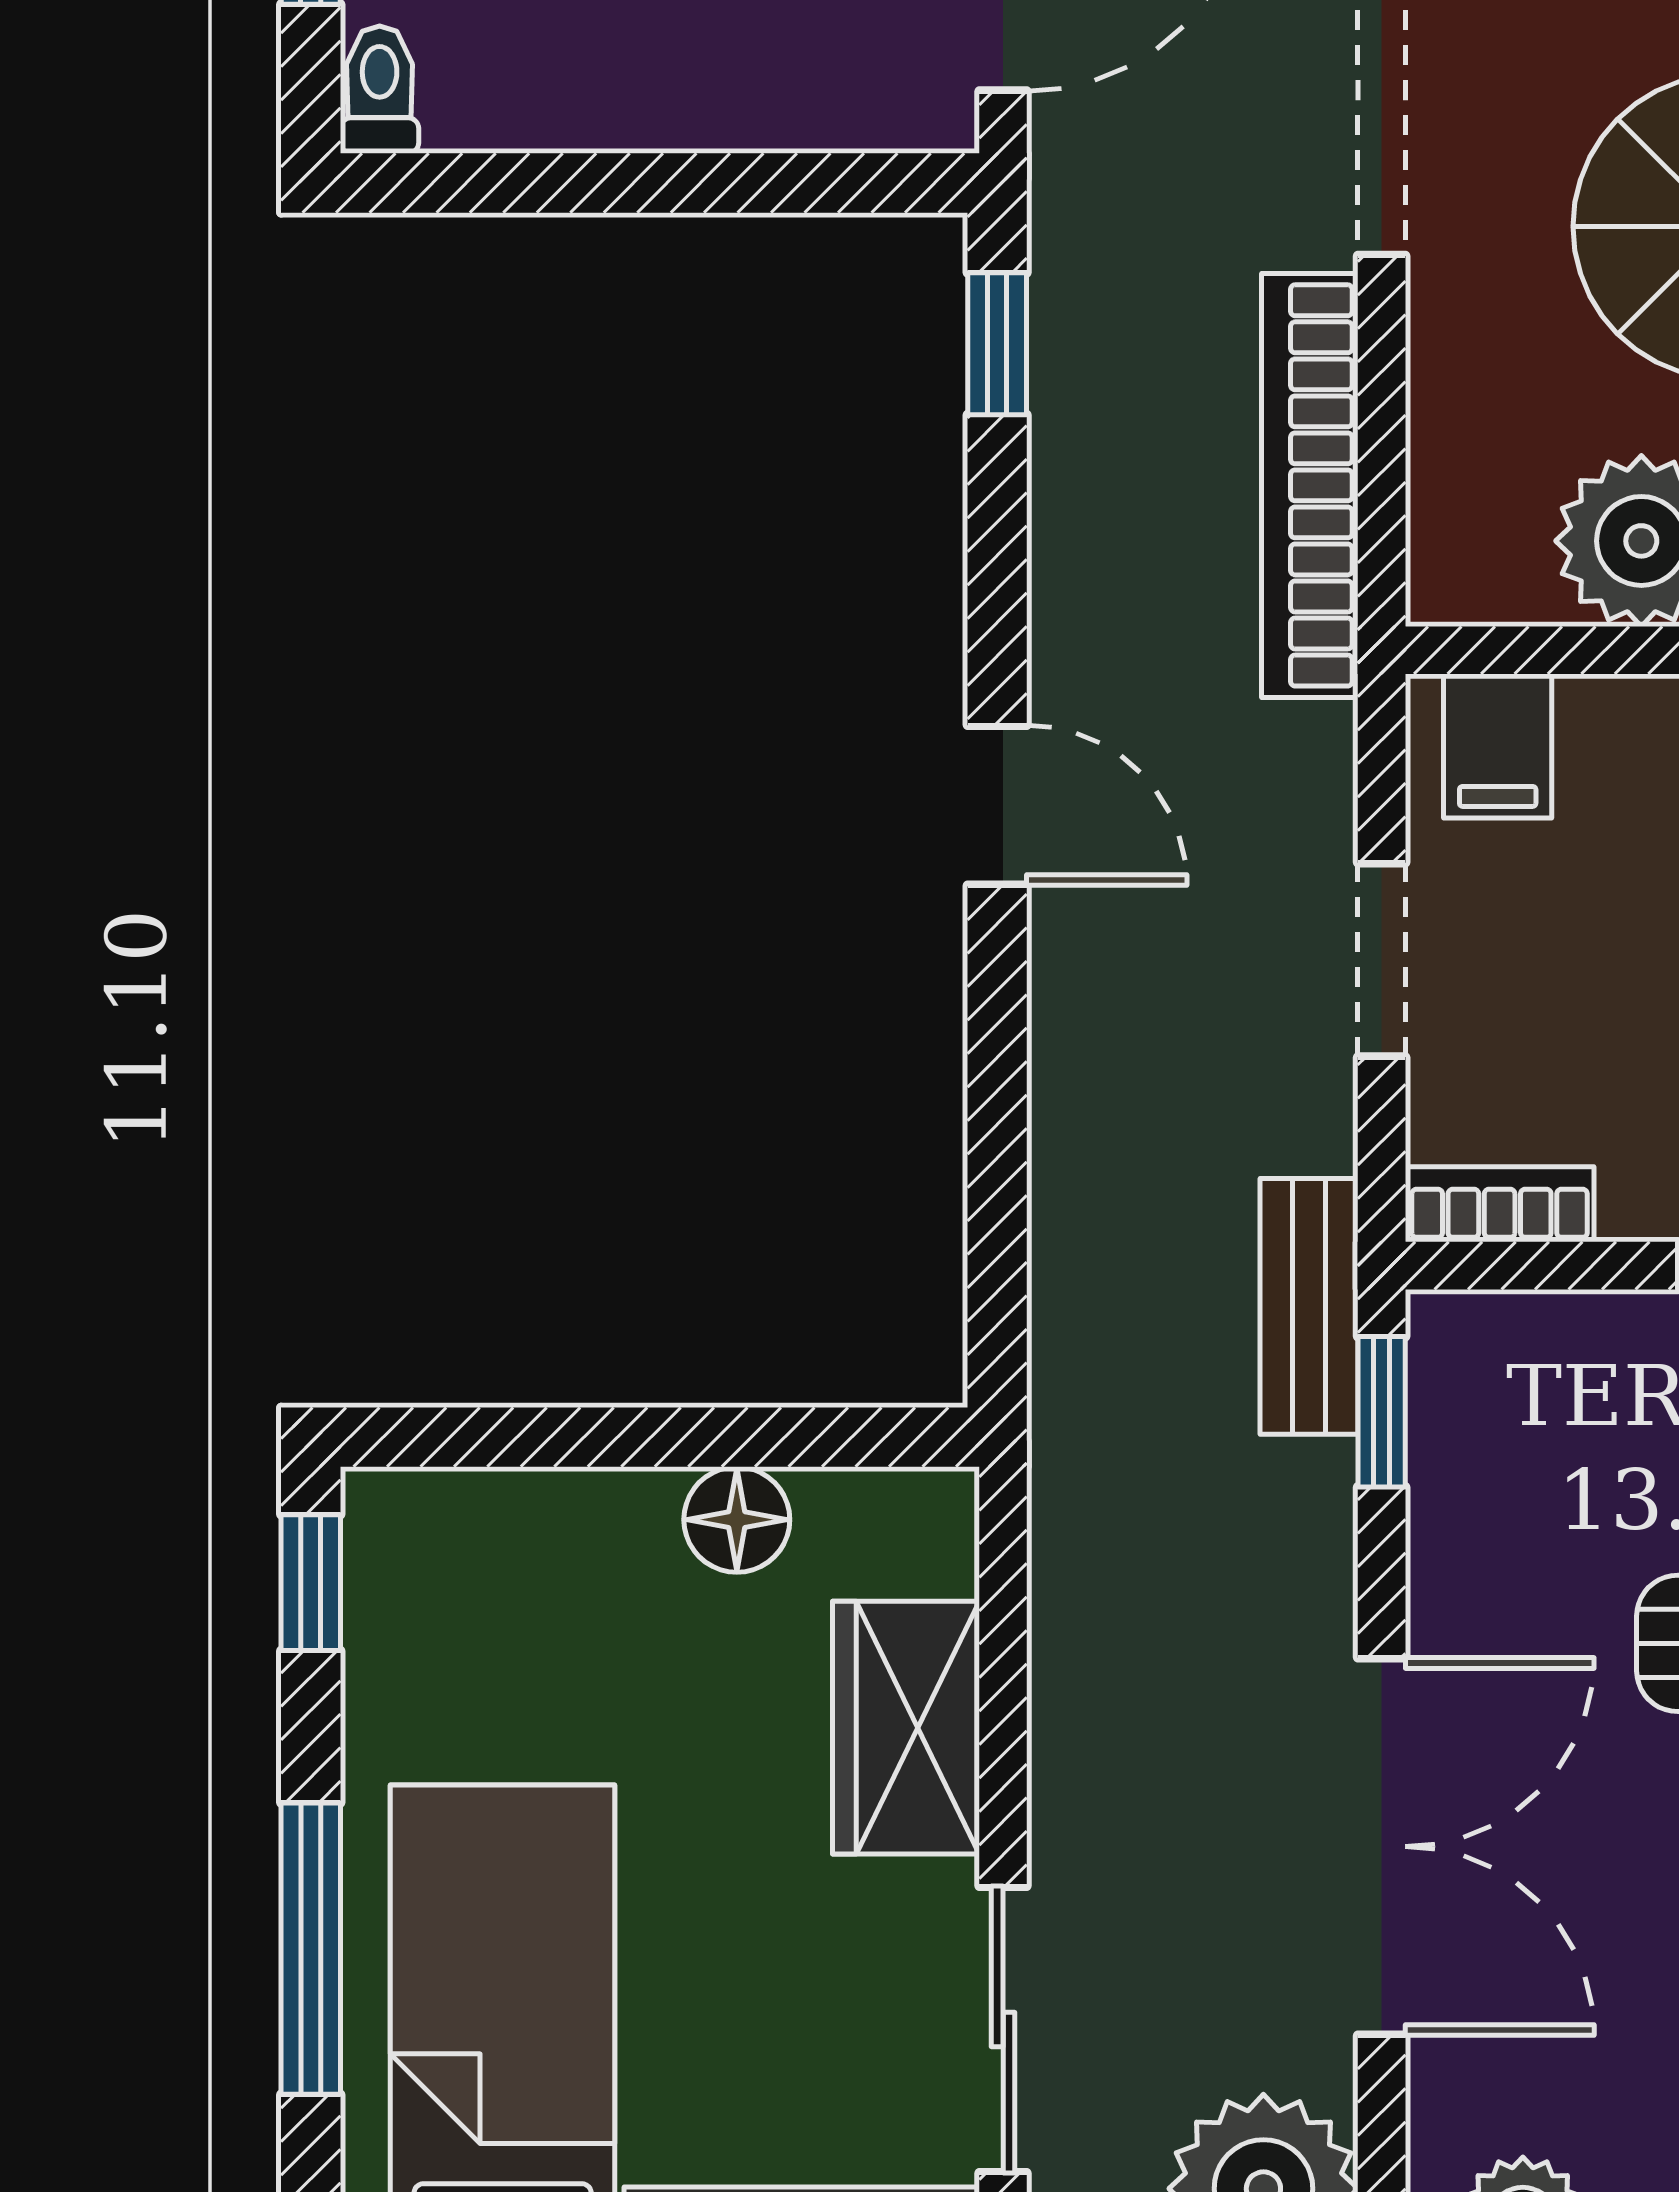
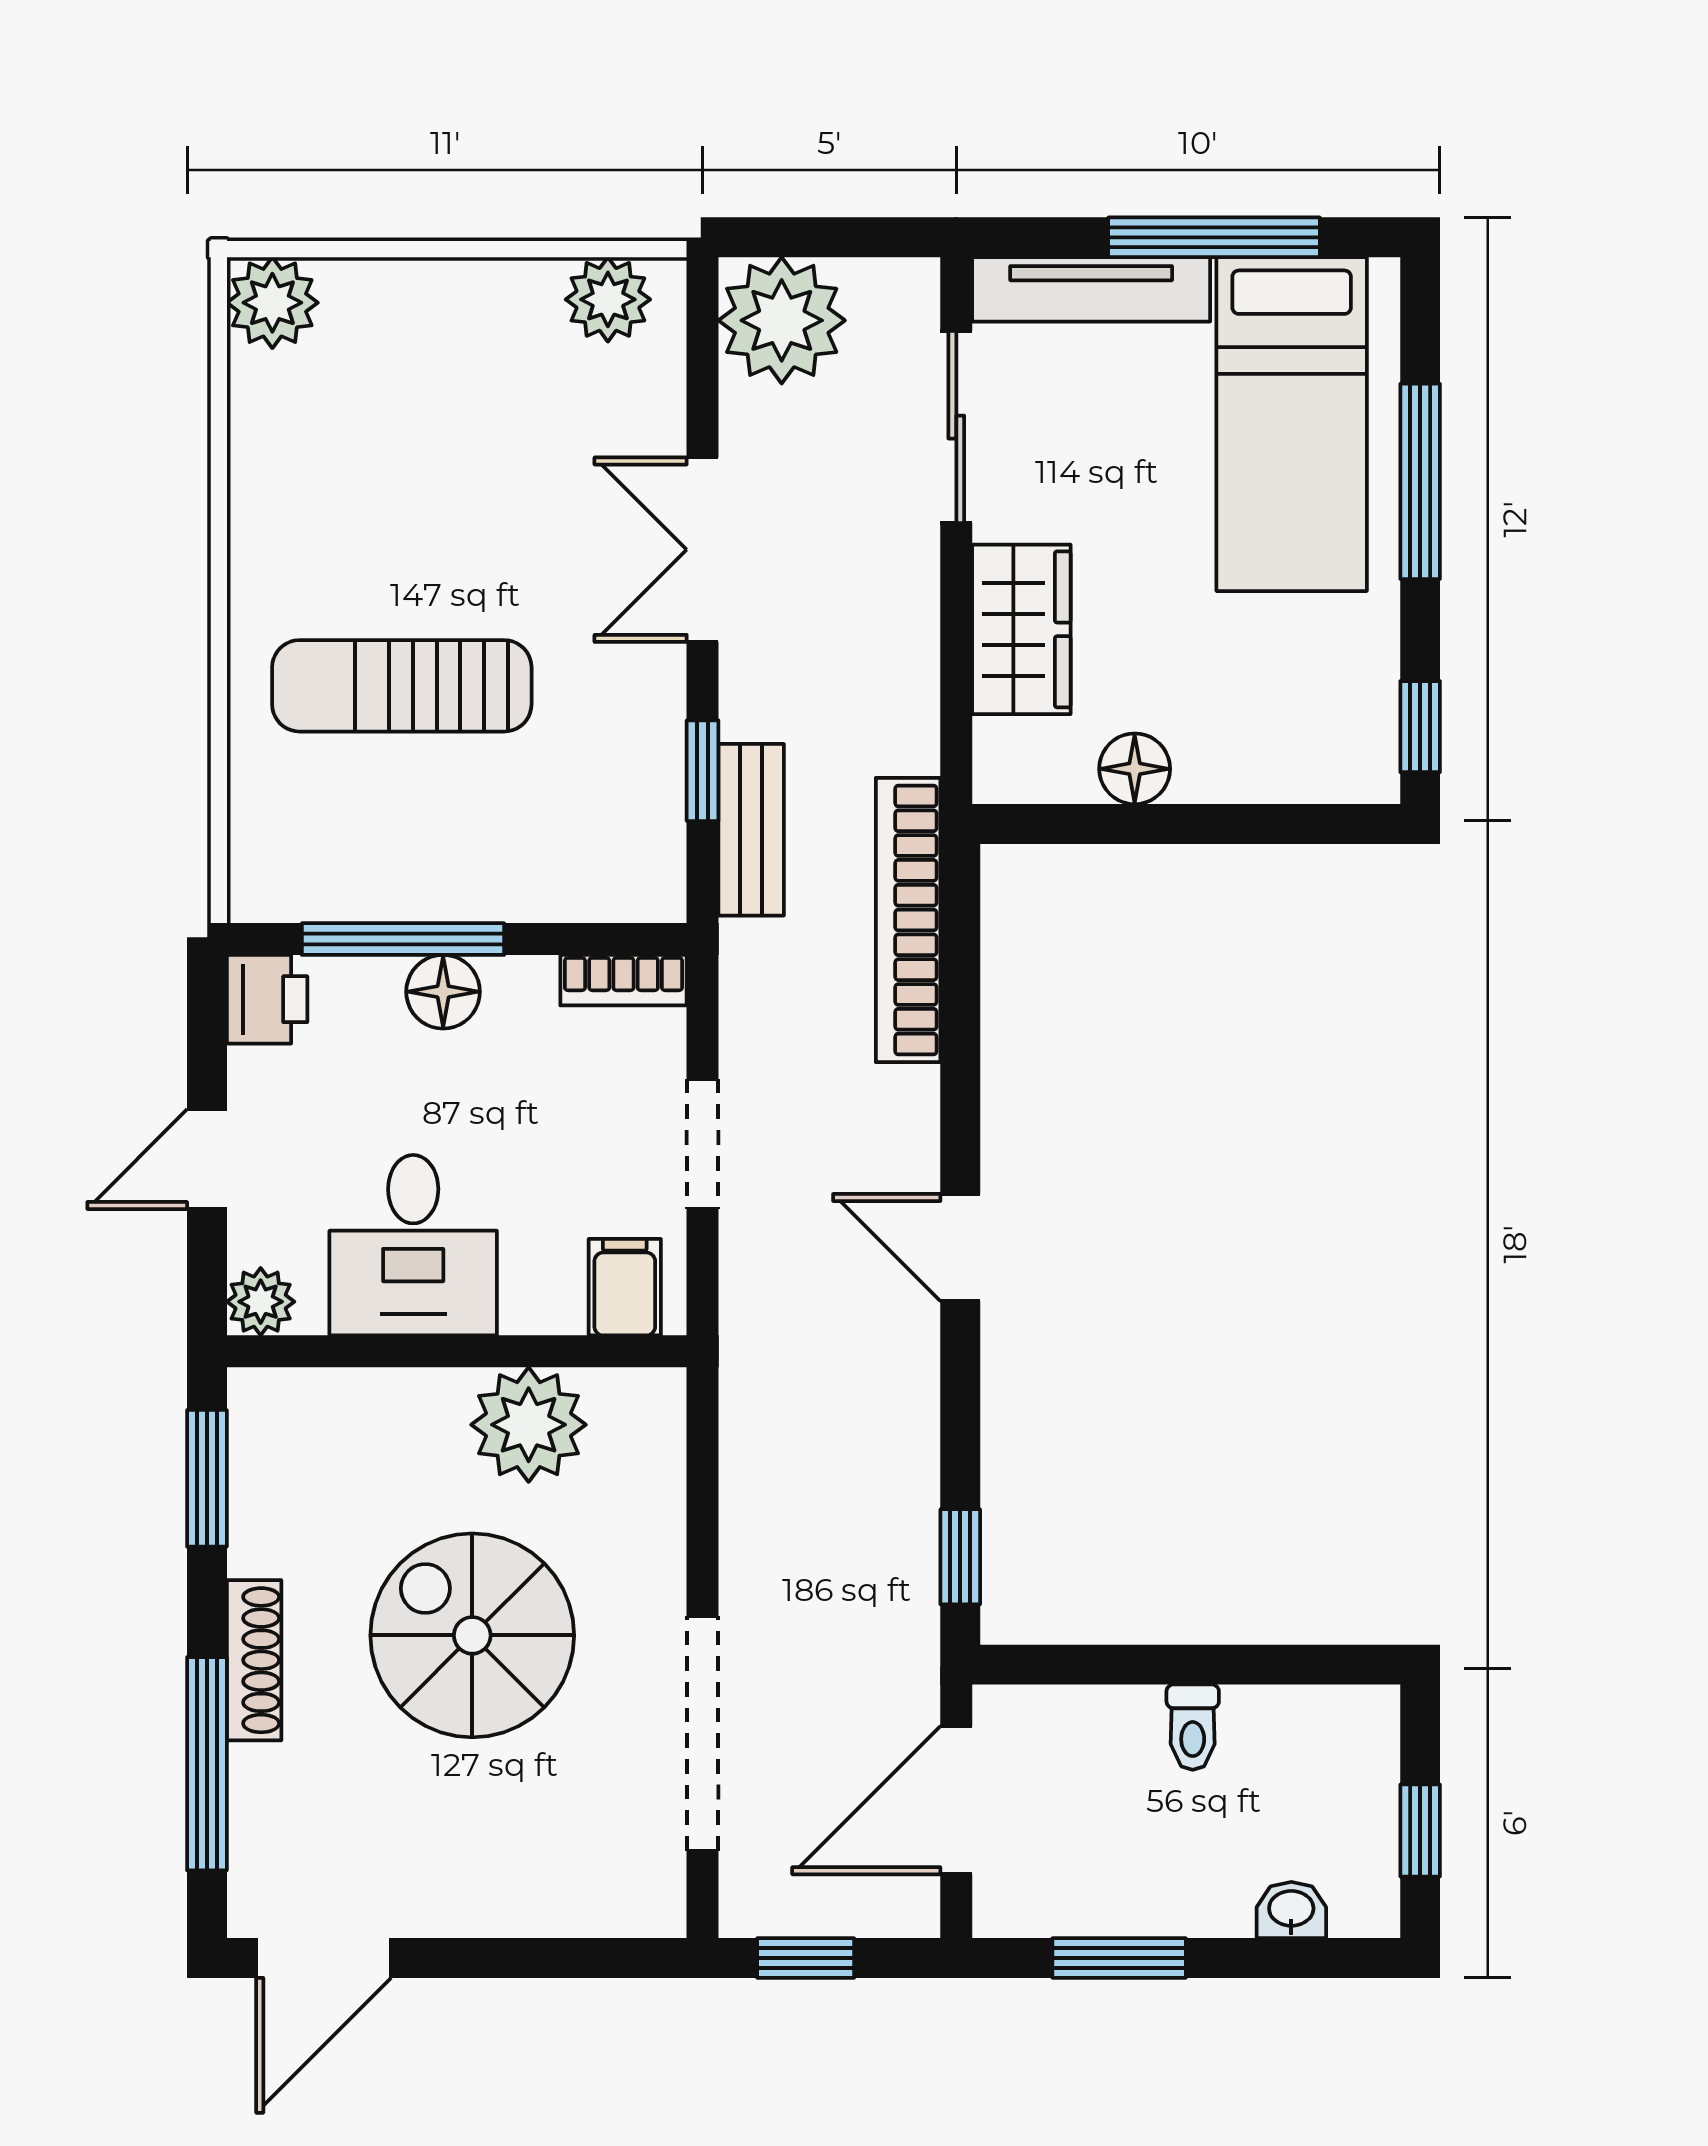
toilet: (380, 90) -> (1193, 1727), moved
bookcase: (1310, 485) -> (908, 920), moved, turned 180
bench: (1309, 1306) -> (751, 830), moved
window: (1382, 1412) -> (703, 771), moved
double door: (1382, 1846) -> (703, 550), width x0.73

